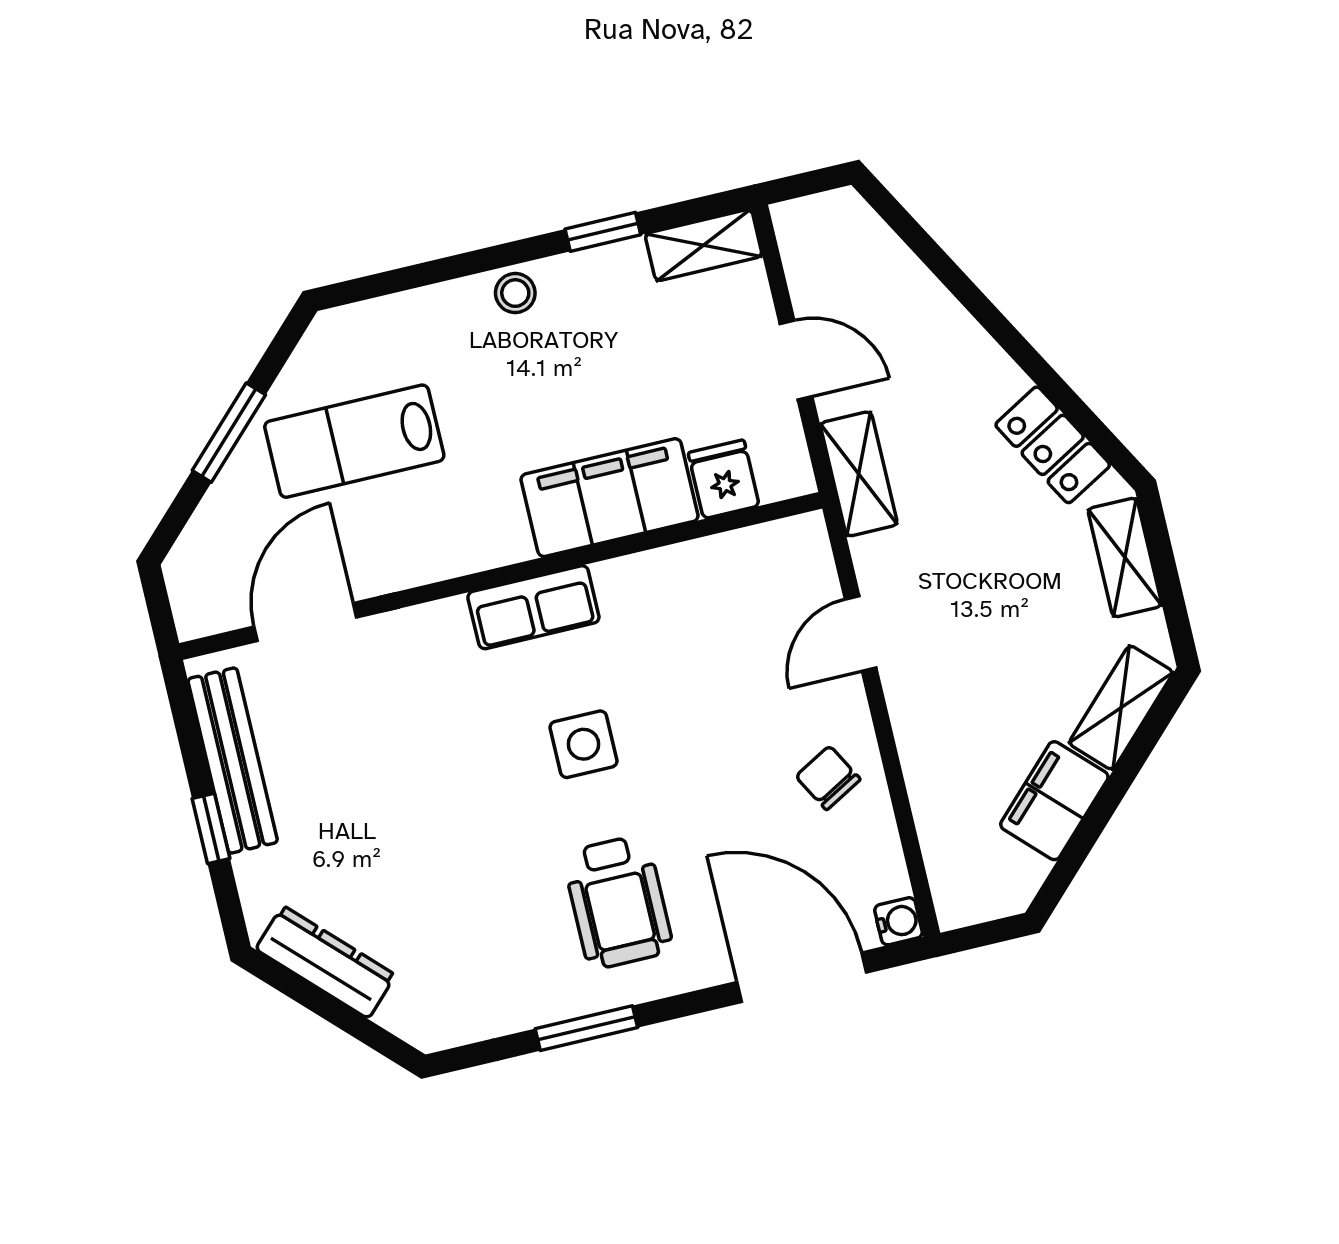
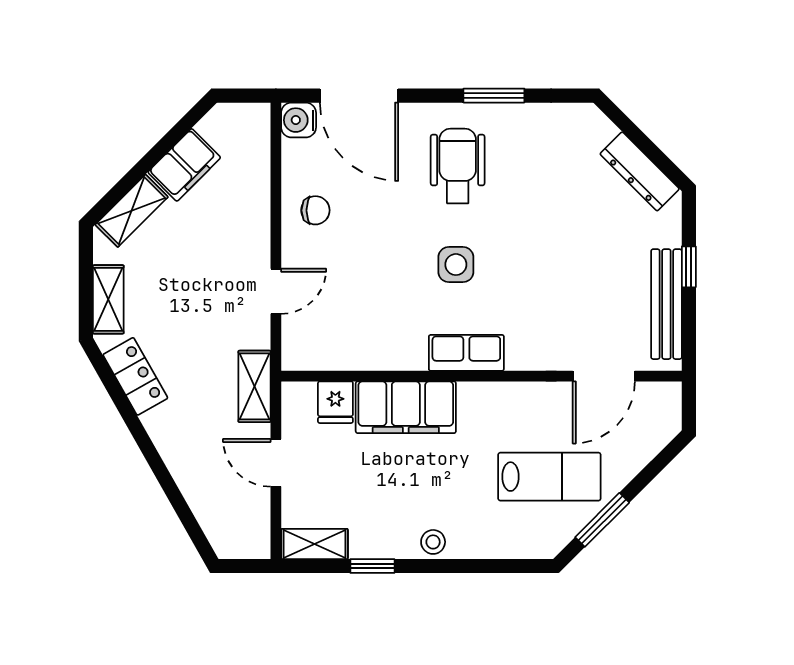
window: (229, 433) -> (602, 520), moved
chair: (828, 778) -> (315, 210), turned -61
water cooler: (898, 921) -> (299, 120), width x1.38, depth x1.38

